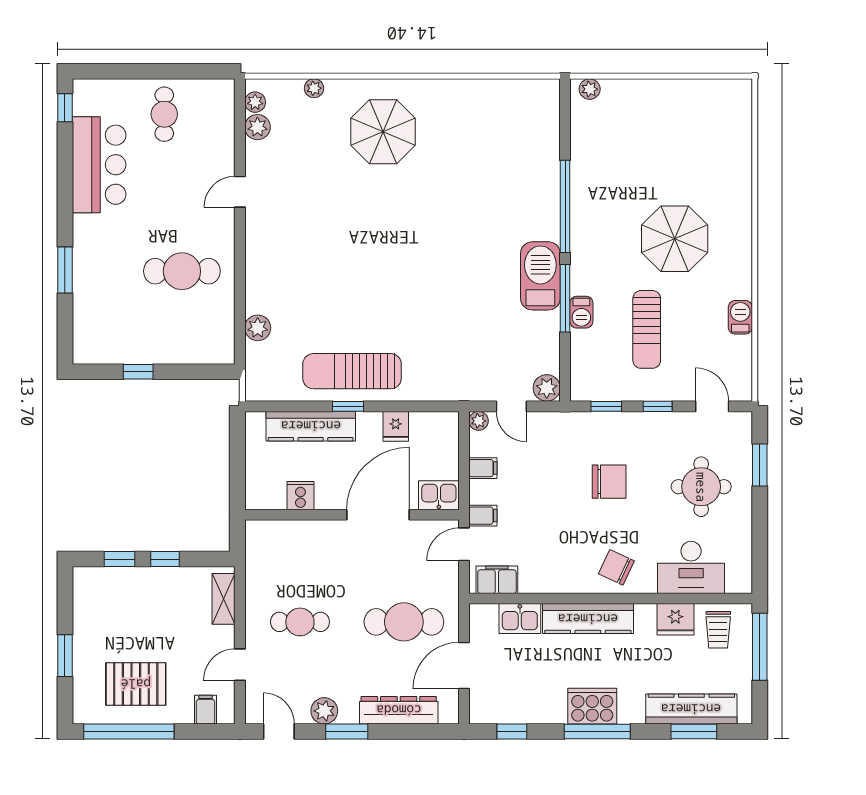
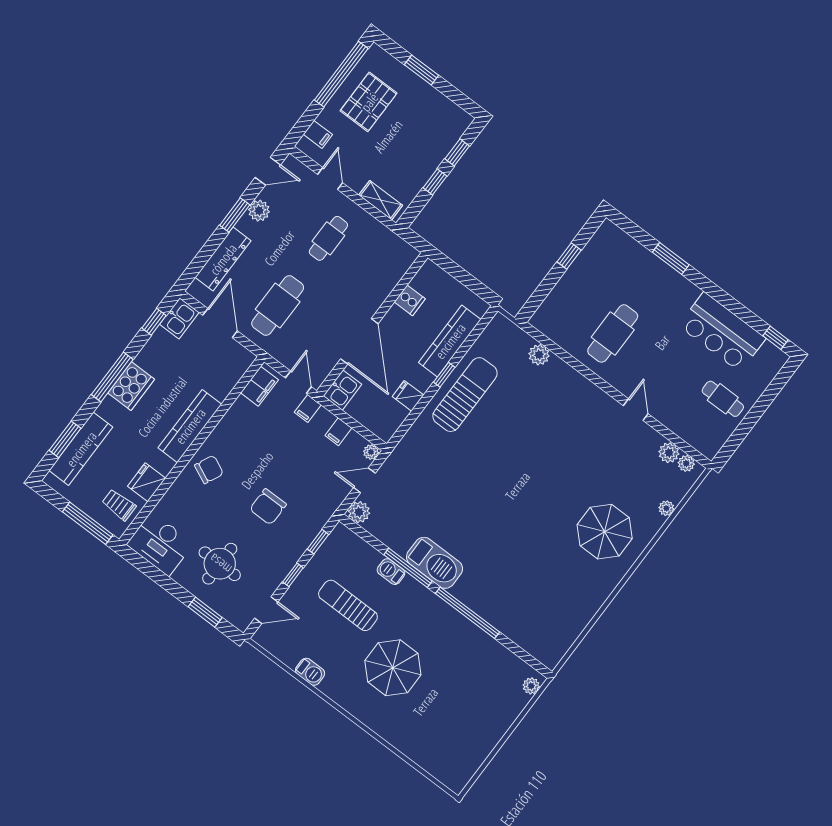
desk: (691, 567) -> (160, 544), moved, turned -90
kitchen sink: (520, 618) -> (179, 318), moved, turned 180

